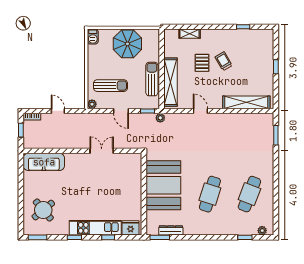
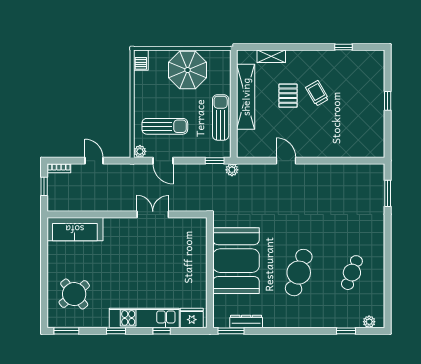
shelving: (171, 82) -> (246, 97), moved
shelving: (246, 102) -> (348, 149), removed
door: (121, 111) -> (163, 161), moved
cafe table: (249, 194) -> (352, 273), width x0.73, depth x0.74

